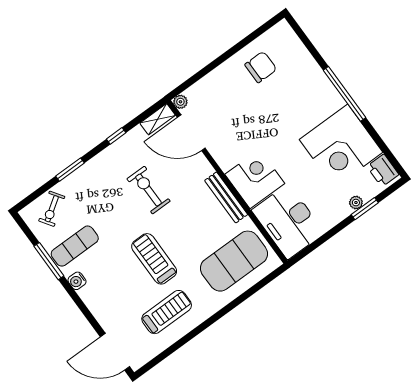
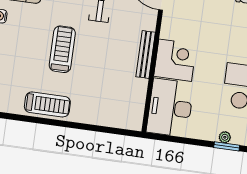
exercise mat: (234, 261) -> (112, 100), removed
treadmill: (167, 312) -> (47, 104), moved

